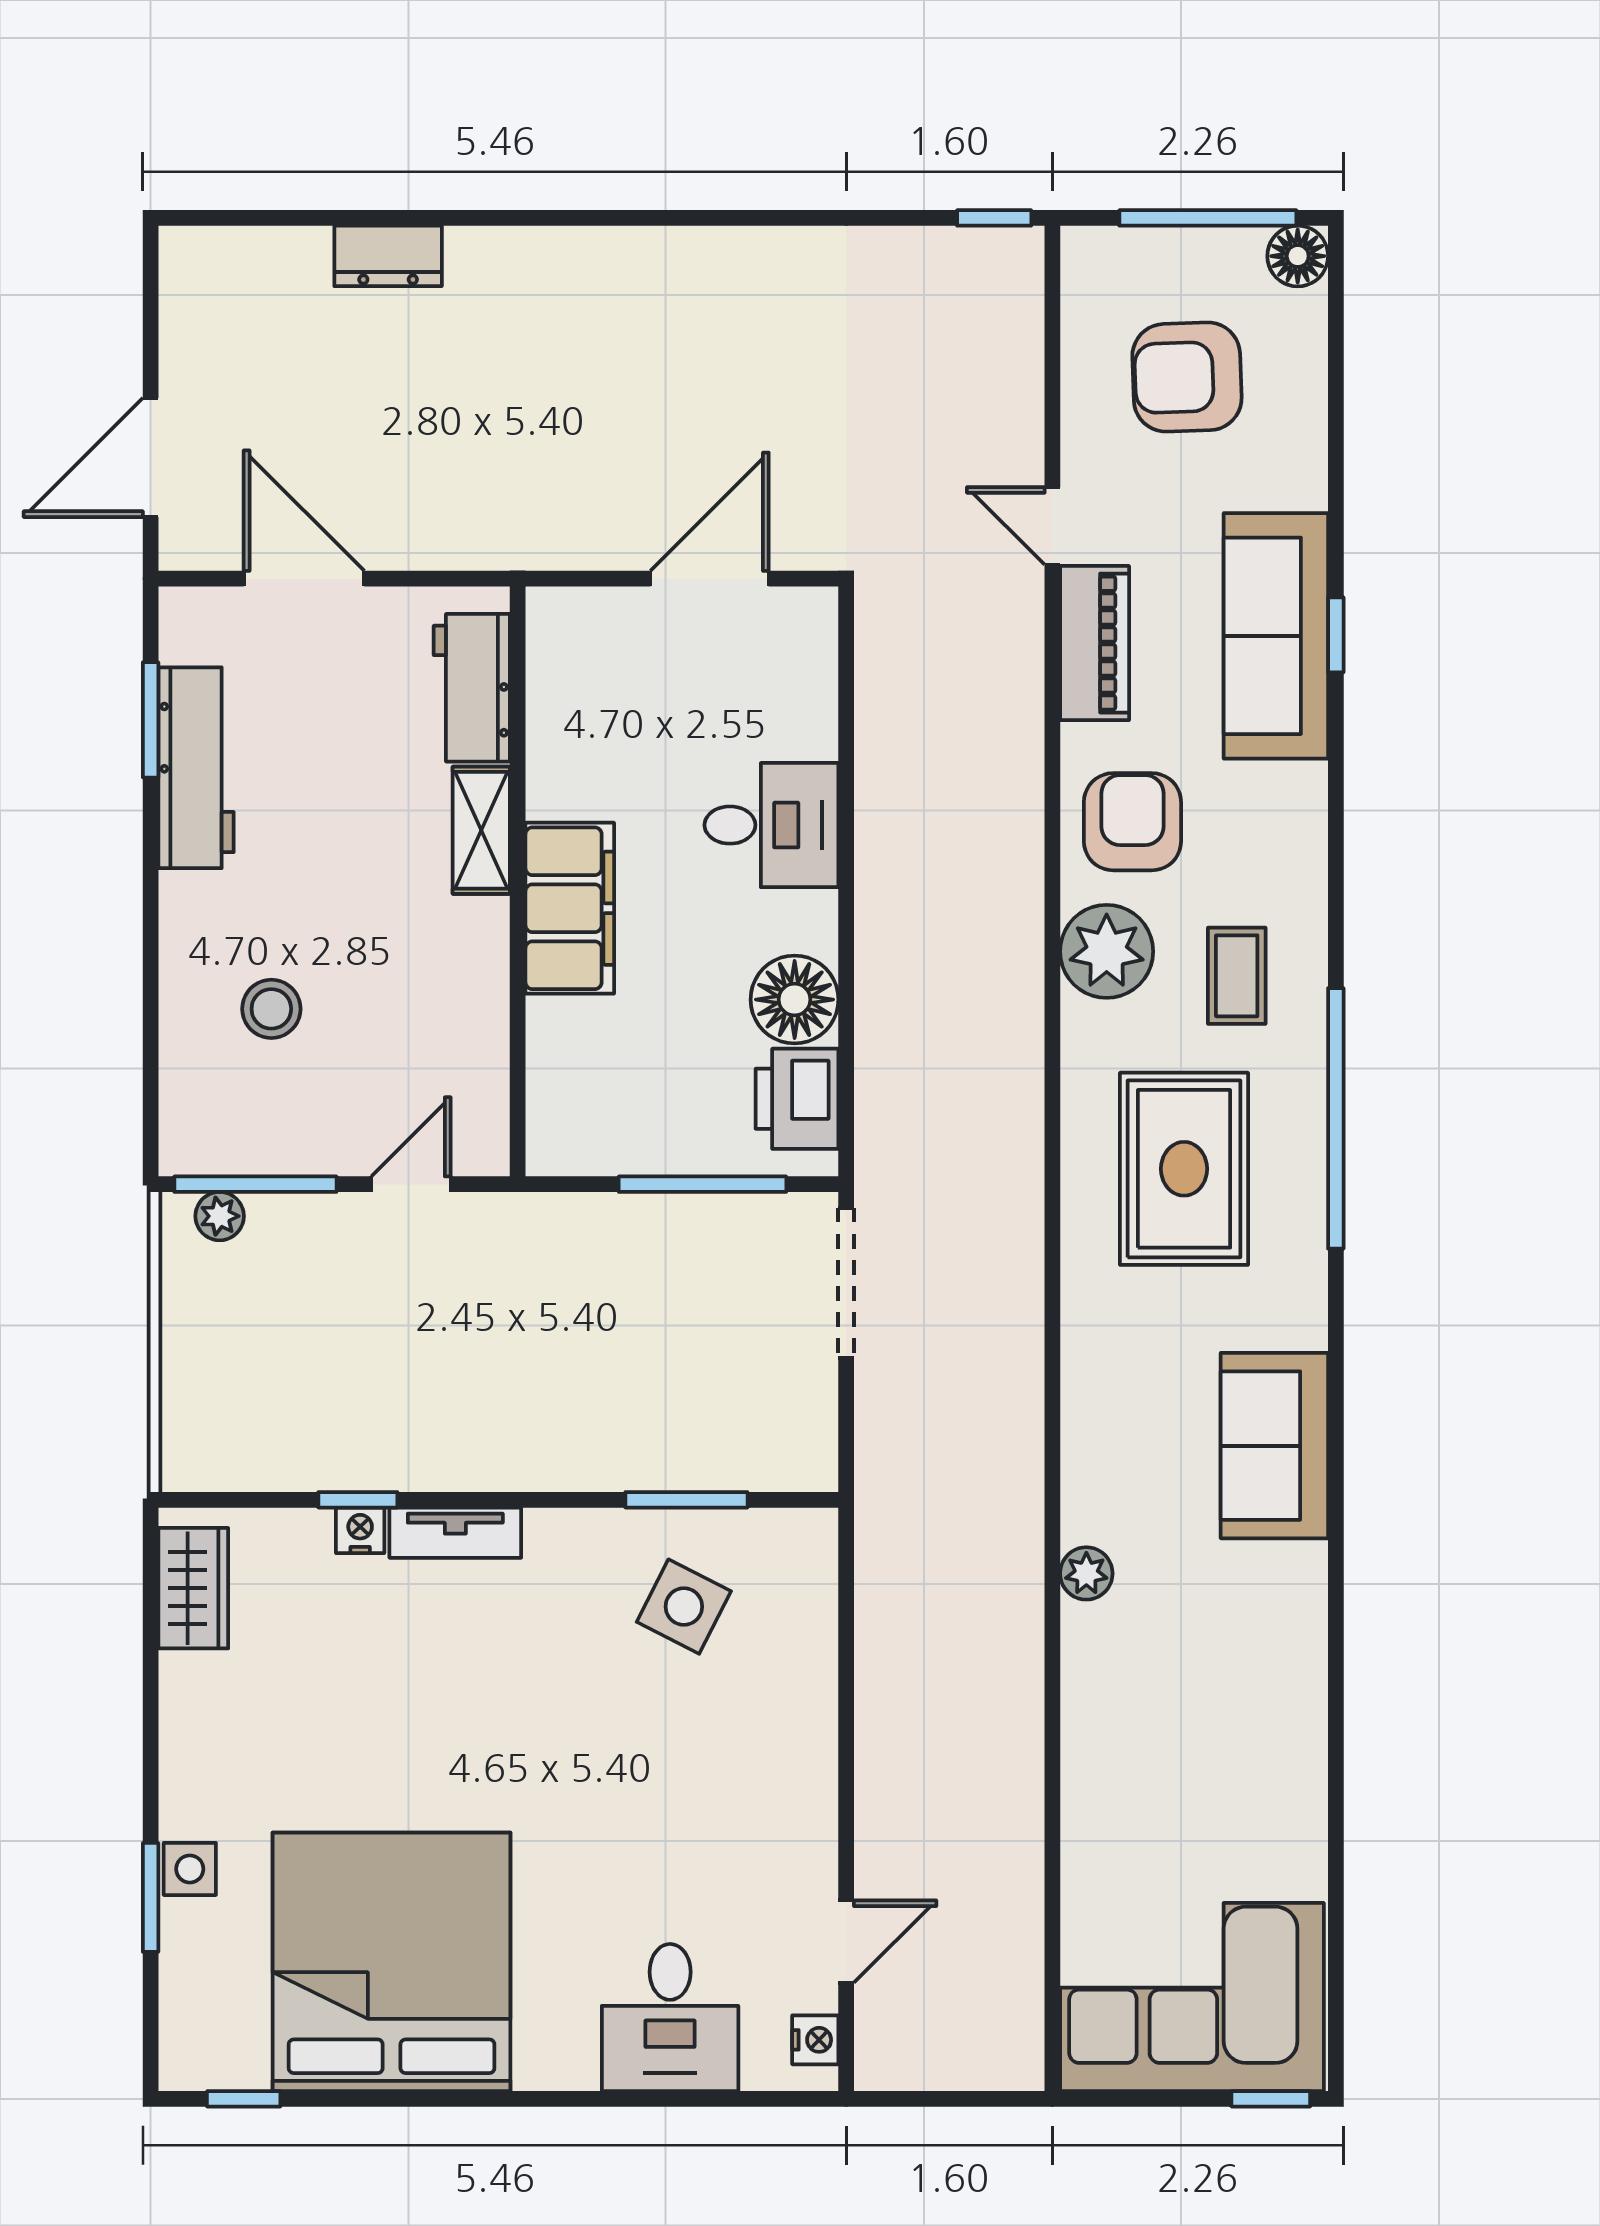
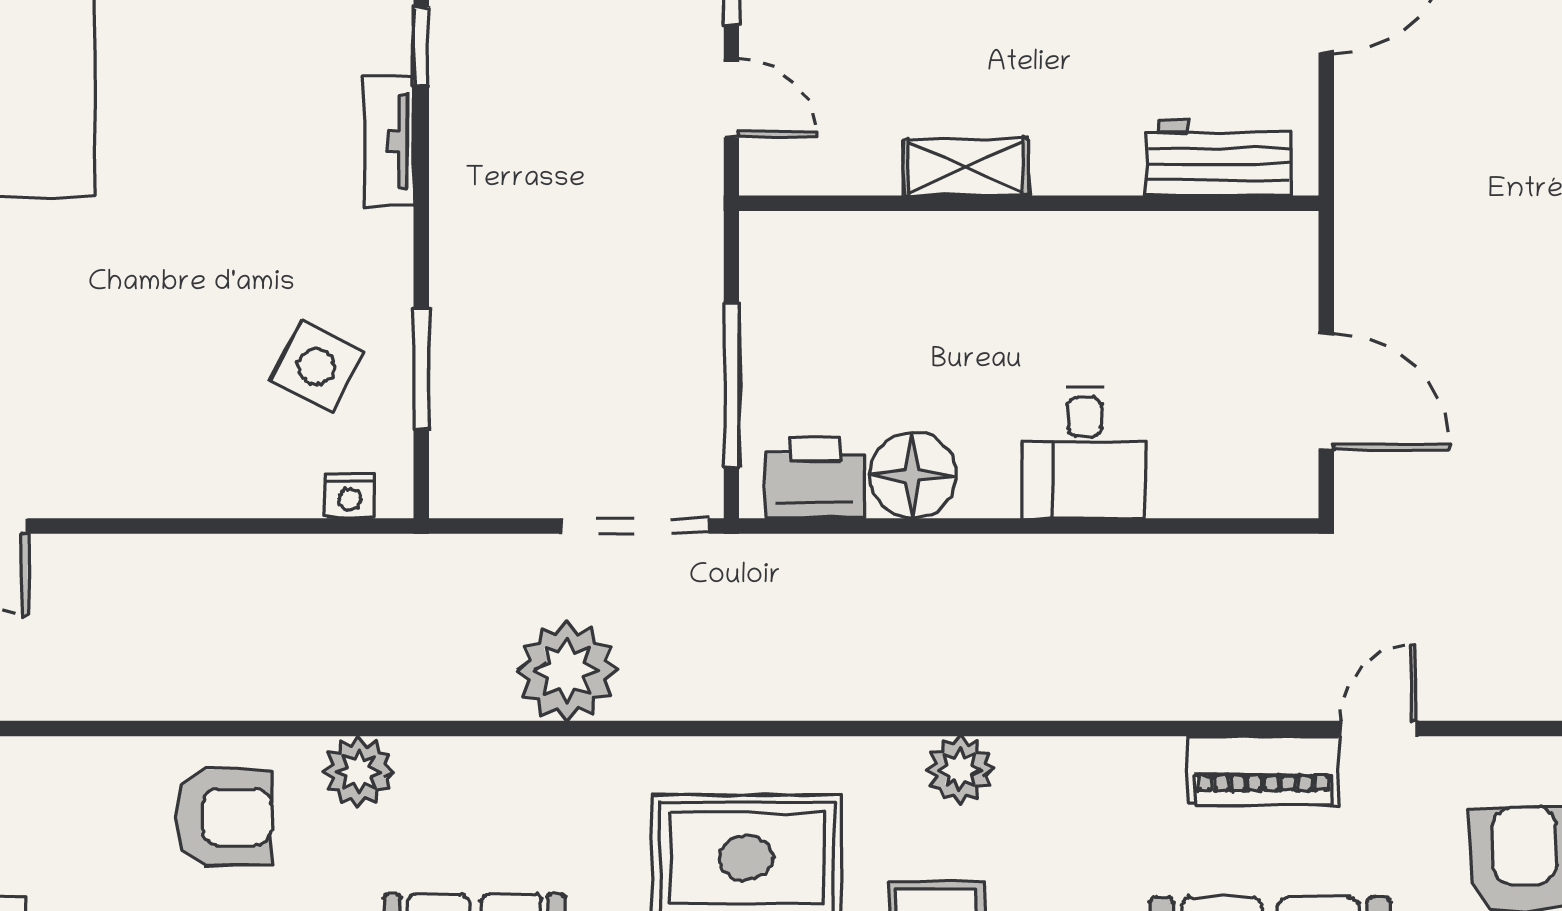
armchair: (1132, 822) -> (223, 817), moved
shelving: (481, 830) -> (966, 168), moved
filing cabinet: (570, 908) -> (1002, 254), removed
plant: (1107, 951) -> (960, 770), width x0.73, depth x0.73
plant: (993, 1352) -> (567, 671), added
nightstand: (360, 1530) -> (350, 496), moved, turned 90
plant: (1086, 1573) -> (359, 772), width x1.38, depth x1.38

